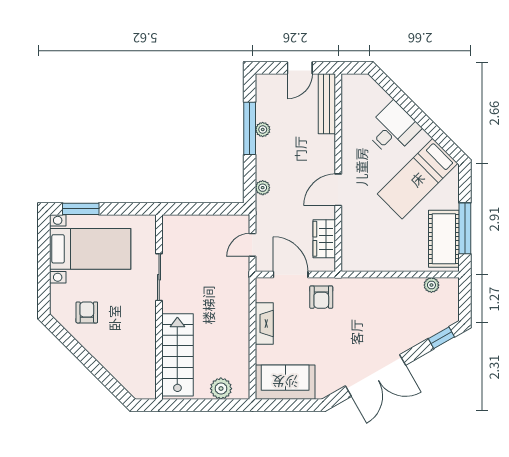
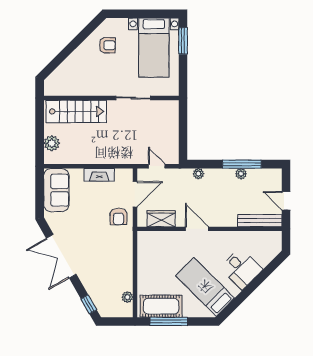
armchair: (321, 297) -> (119, 217), turned -90

